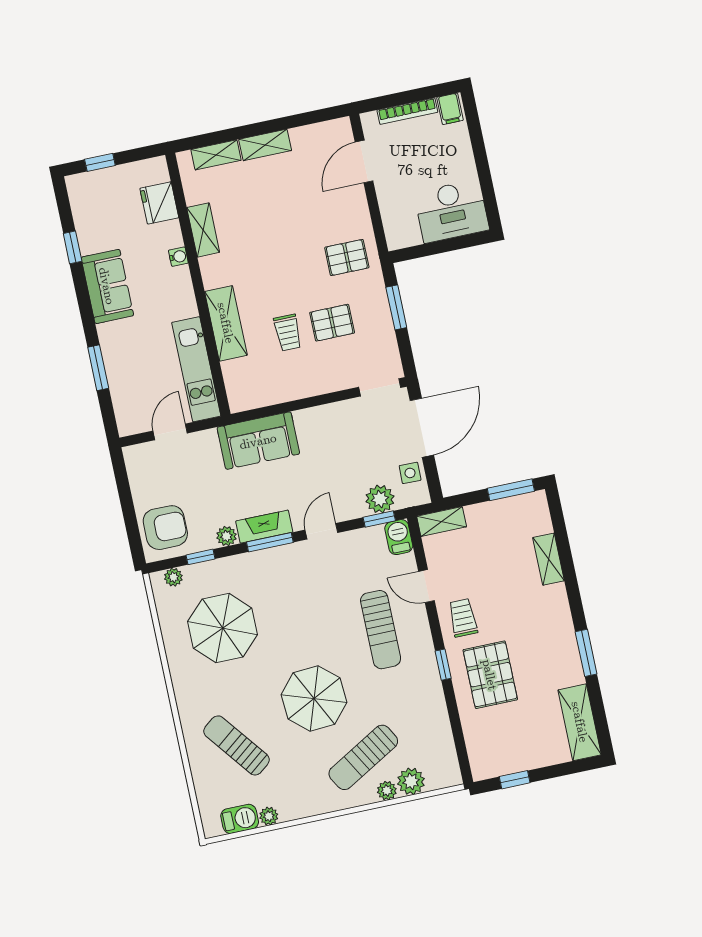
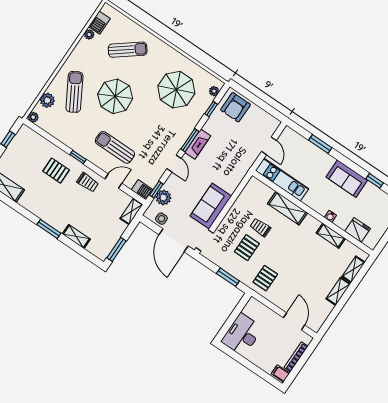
sofa: (258, 441) -> (211, 206), moved
plant: (226, 536) -> (209, 127), removed
window: (586, 653) -> (49, 229), moved
pallet: (490, 675) -> (56, 171), width x0.67, depth x0.71
plant: (387, 791) -> (33, 117), moved

